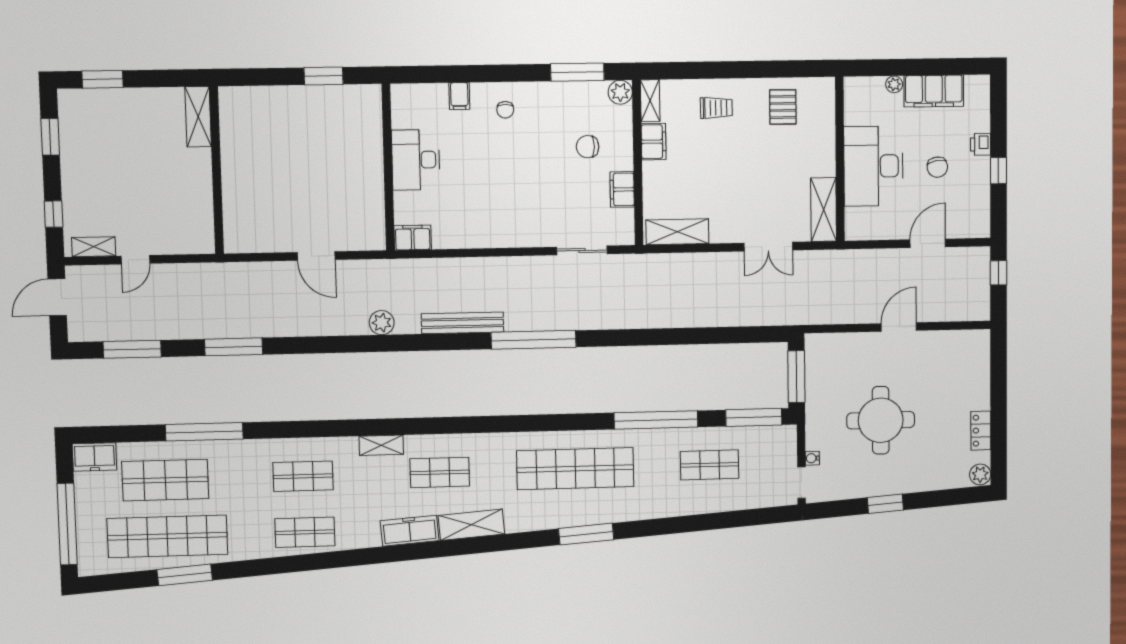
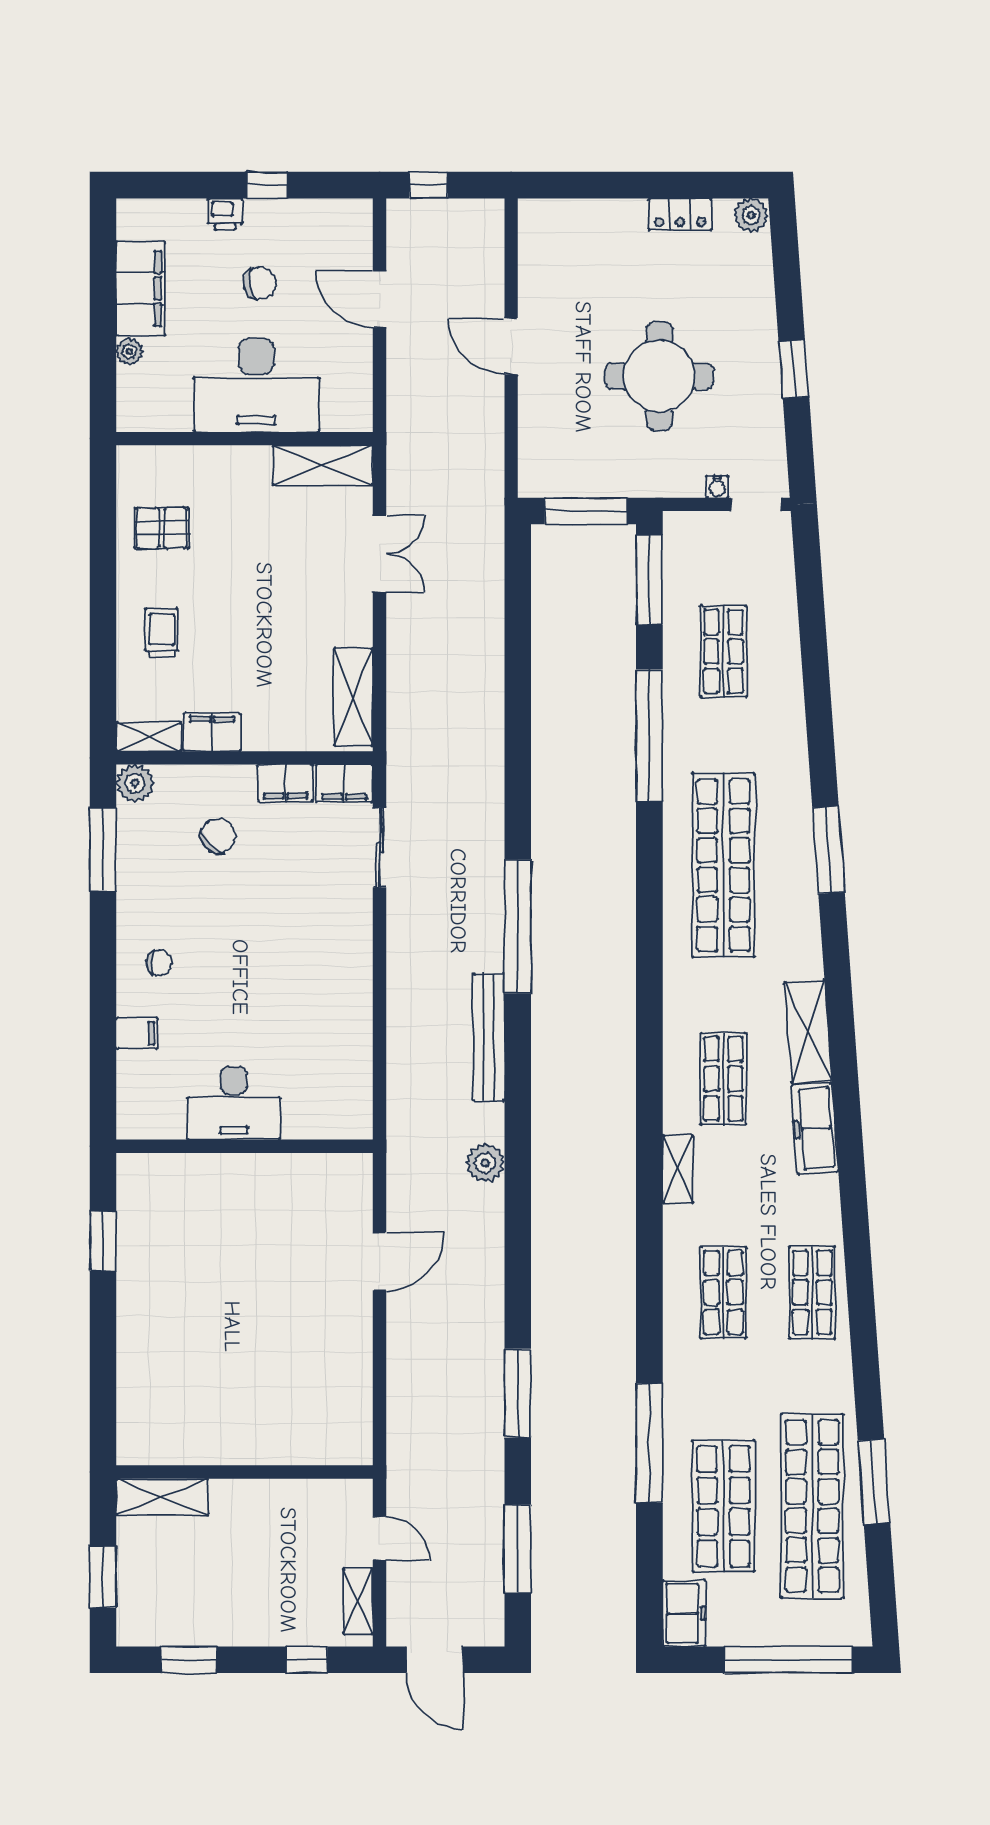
shelving: (198, 117) -> (162, 1497), moved
chair: (588, 147) -> (218, 836), turned -133
wall: (217, 170) -> (244, 1472), moved
filing cabinet: (413, 238) -> (344, 783), moved, turned -90

